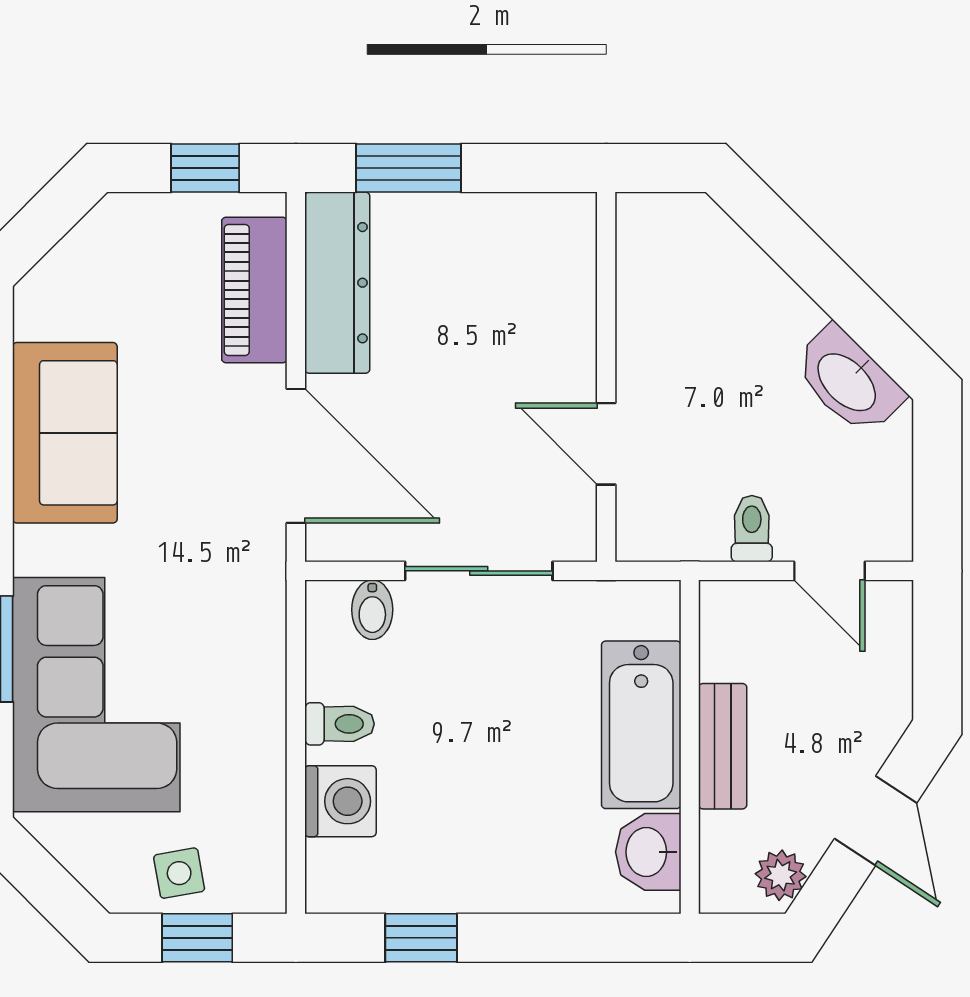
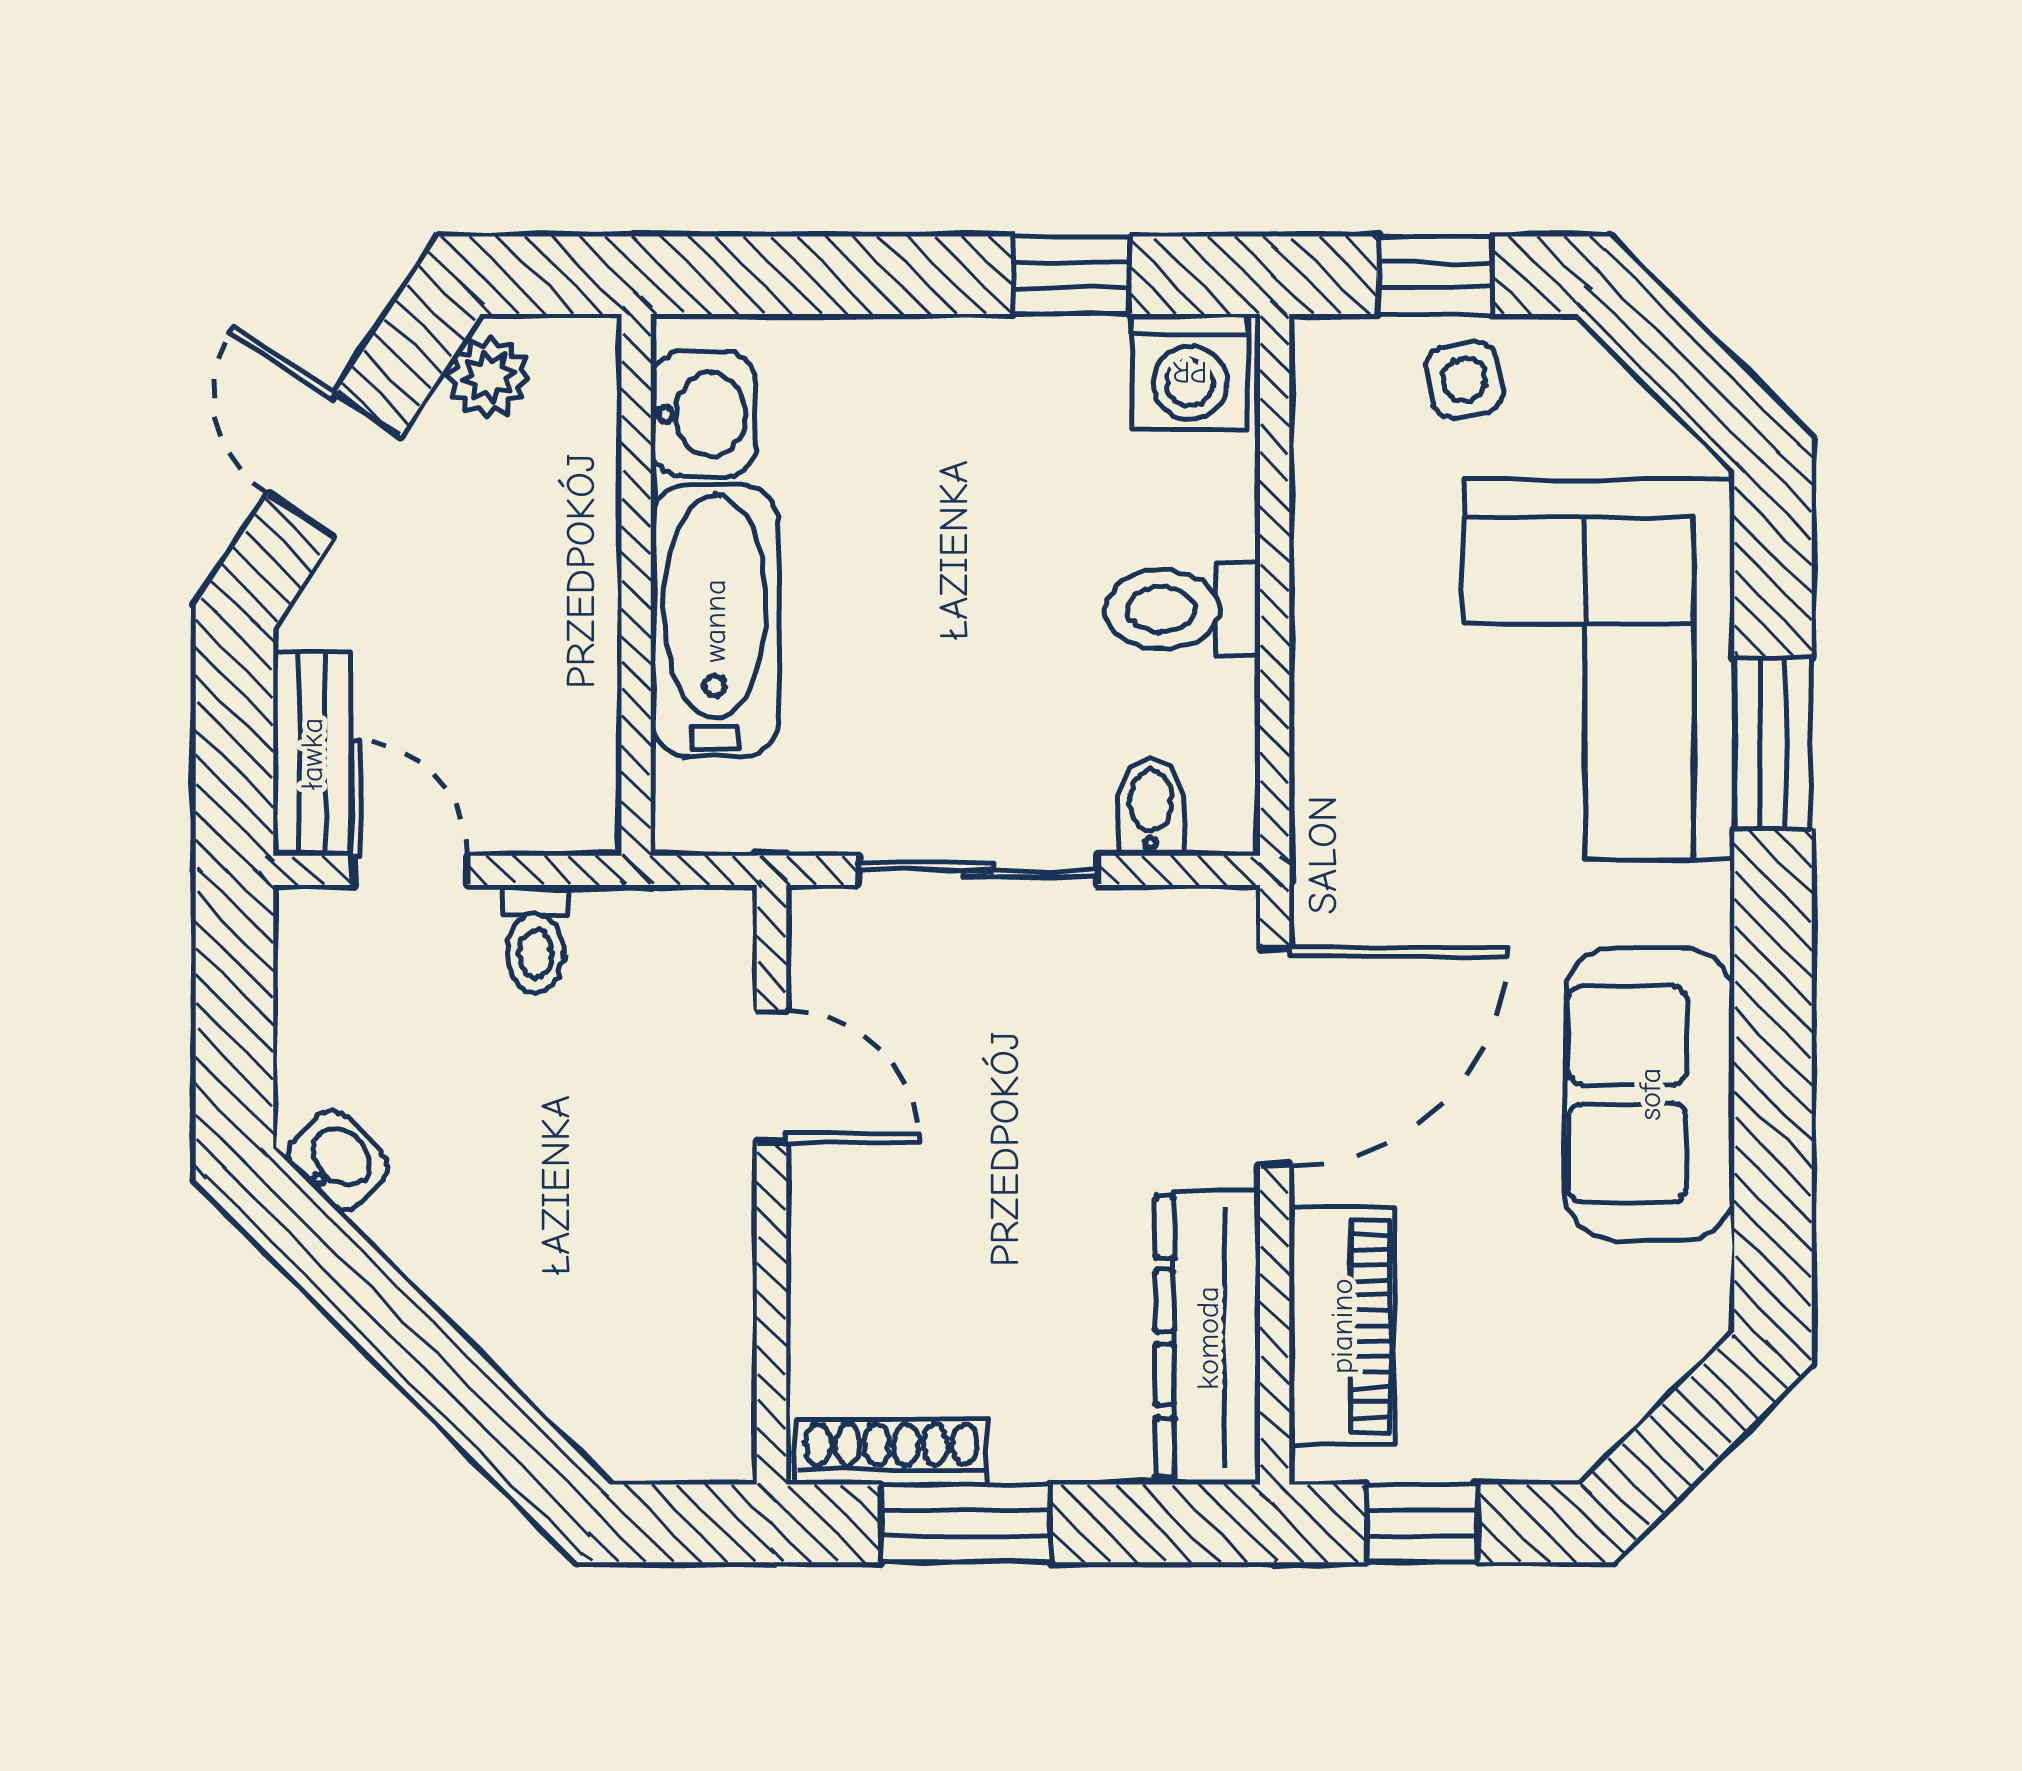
window: (409, 168) -> (966, 1523), moved
shoe rack: (532, 212) -> (892, 1452), added
washbasin: (848, 381) -> (338, 1160), width x0.52, depth x0.69
door: (296, 456) -> (1275, 1057), swing flipped
toilet: (339, 724) -> (1182, 609), width x1.37, depth x1.39
bench: (723, 746) -> (312, 754), moved
washing machine: (340, 801) -> (1190, 372), moved, turned -90

